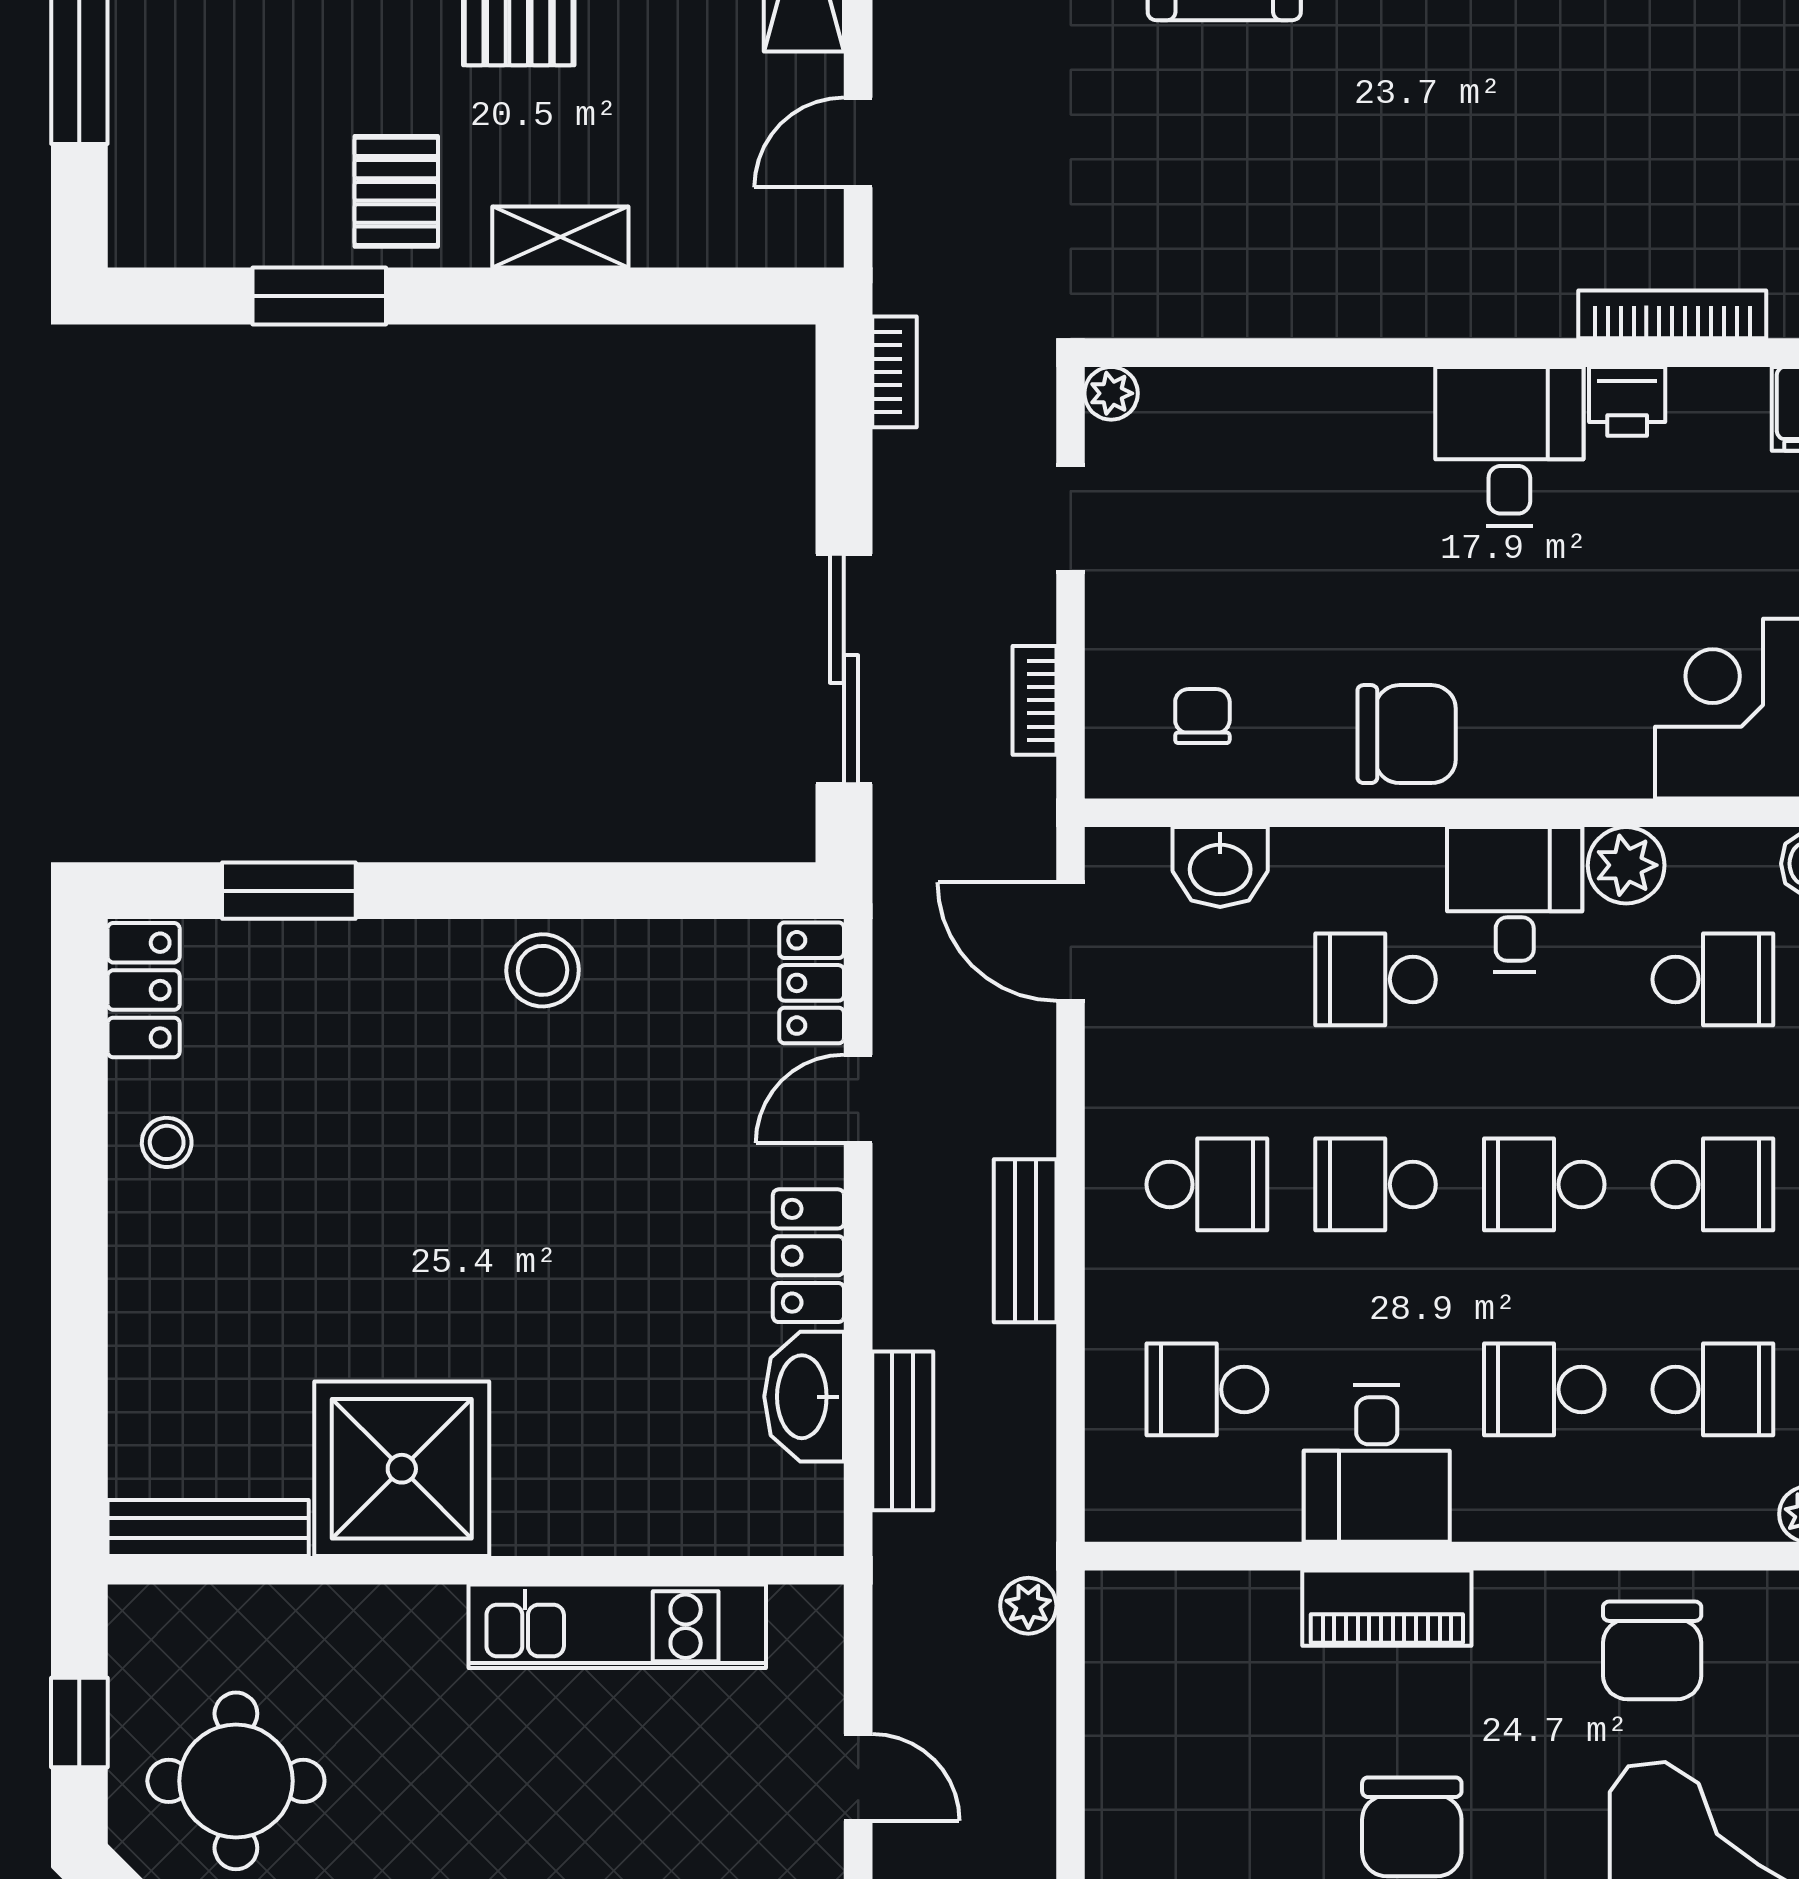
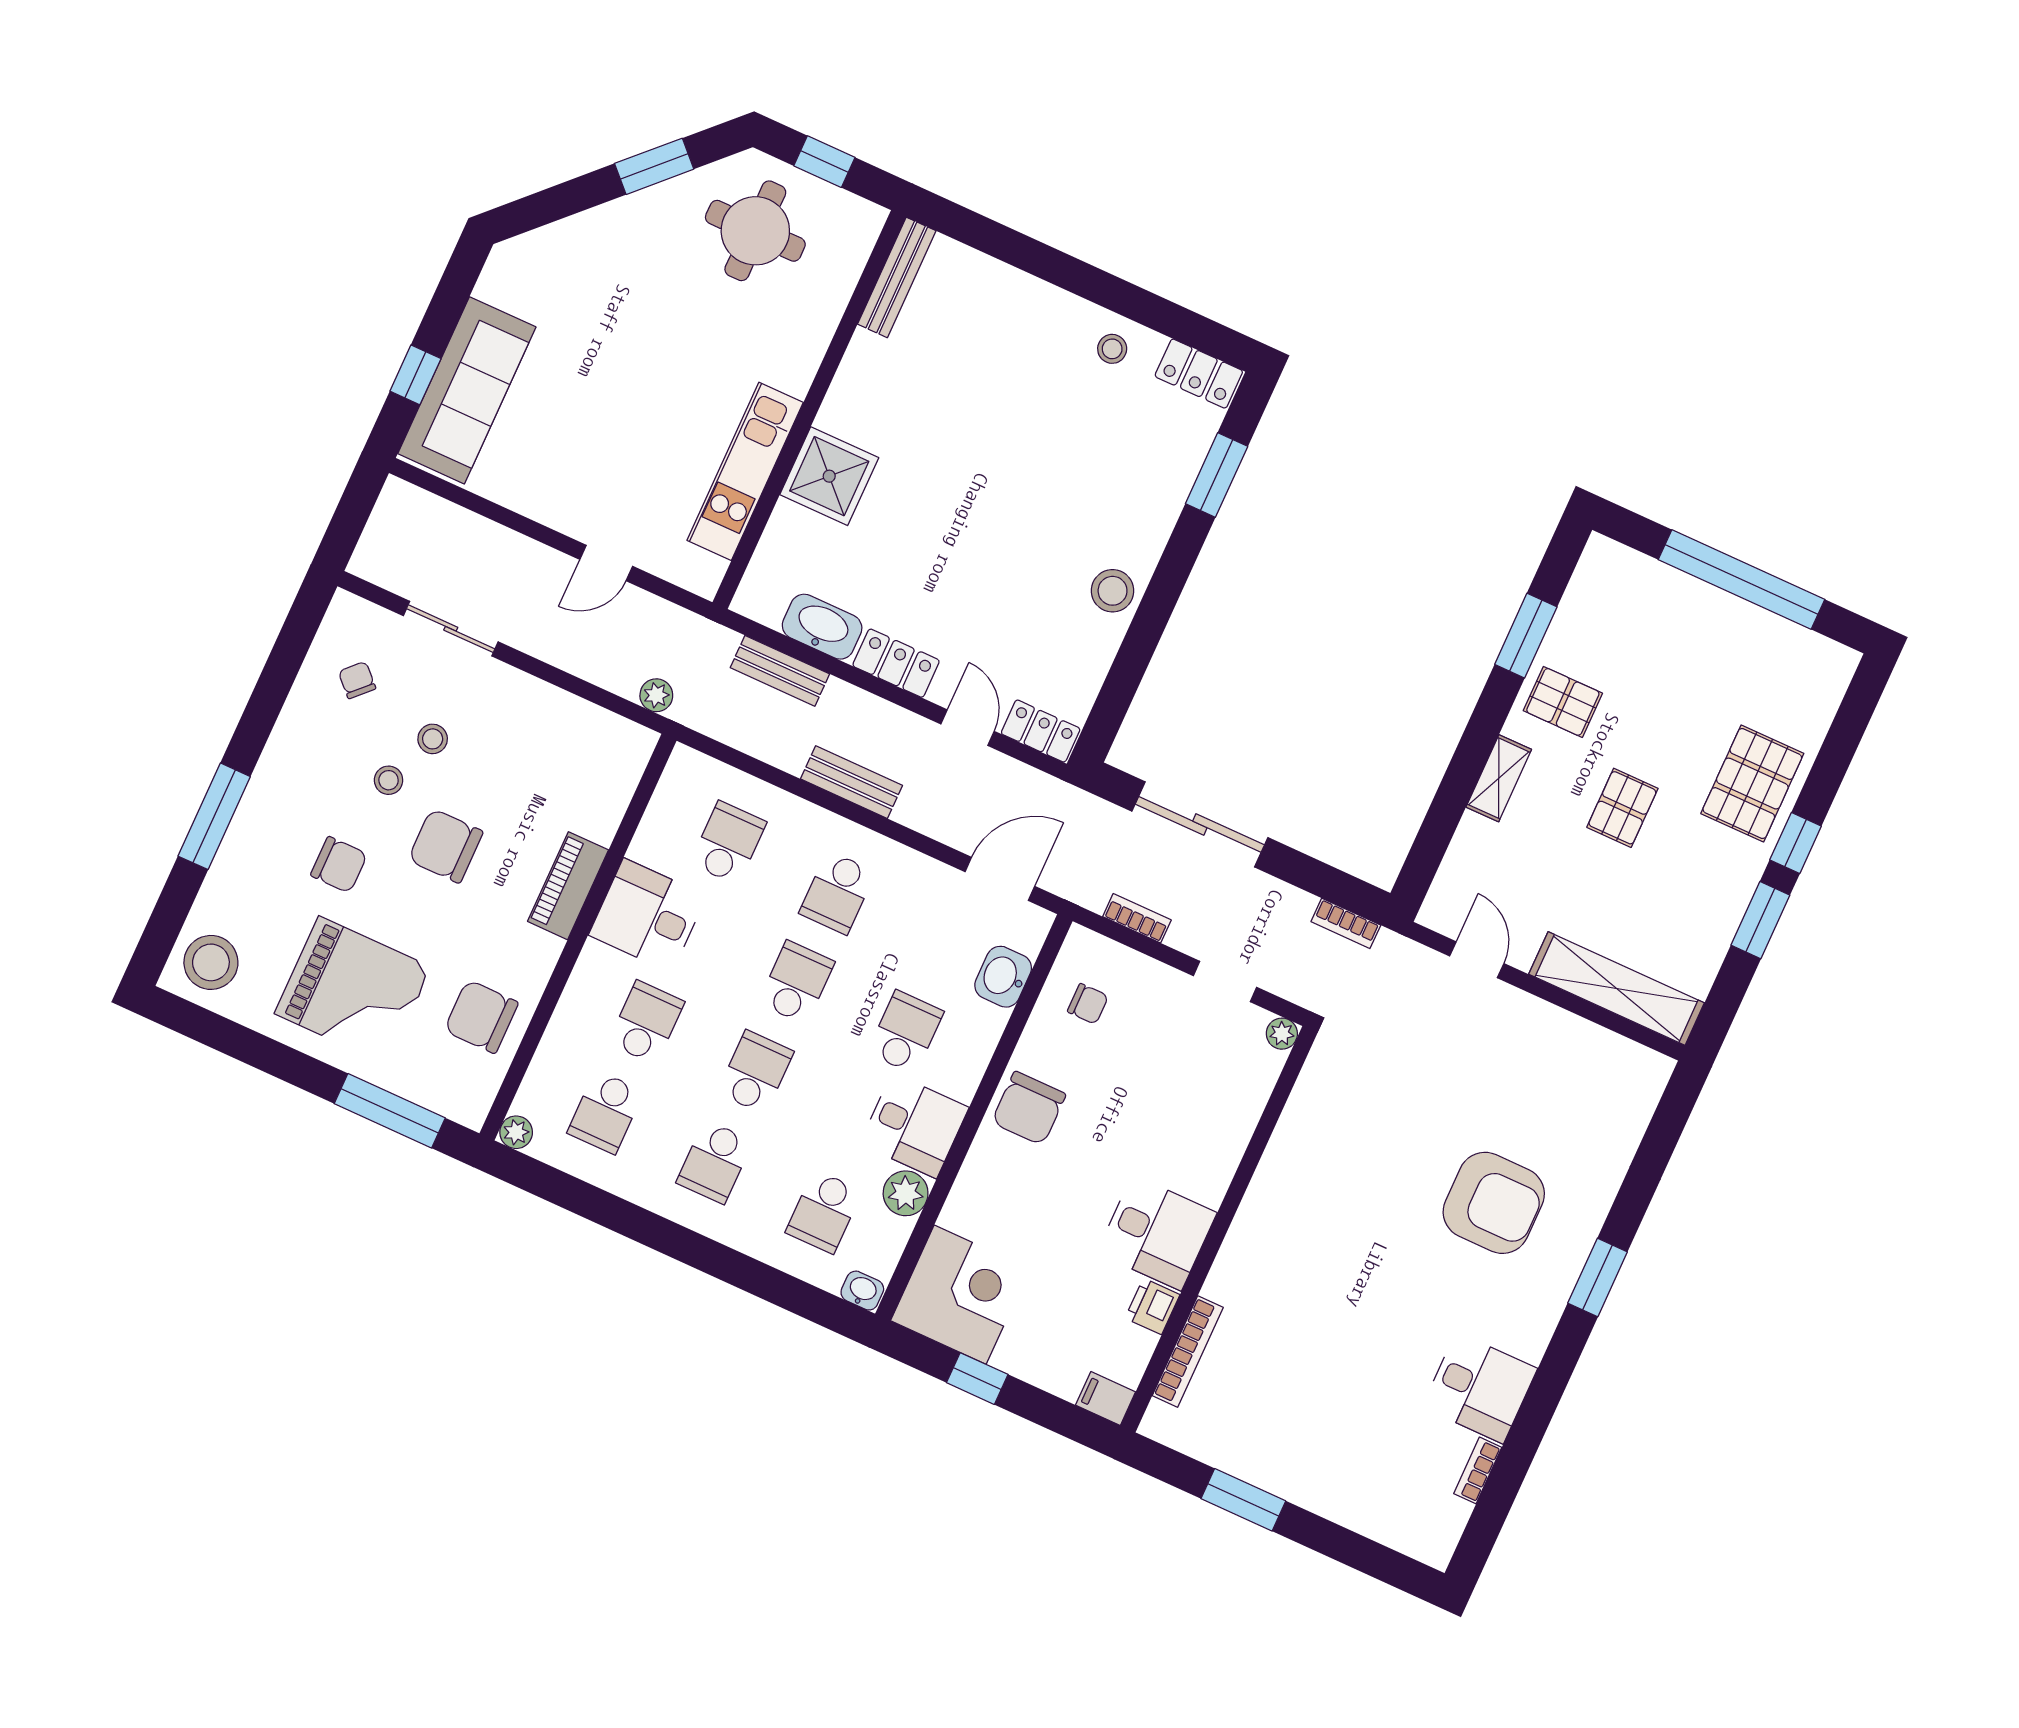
shower: (402, 1469) -> (829, 476), moved, width x0.73, depth x0.73

